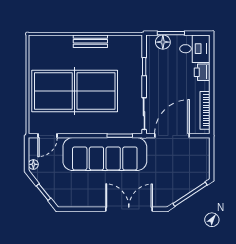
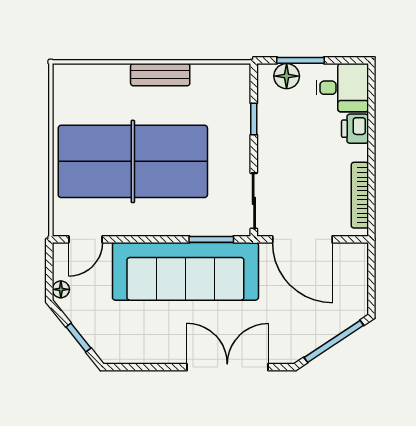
door: (172, 136) -> (302, 239), swing flipped

